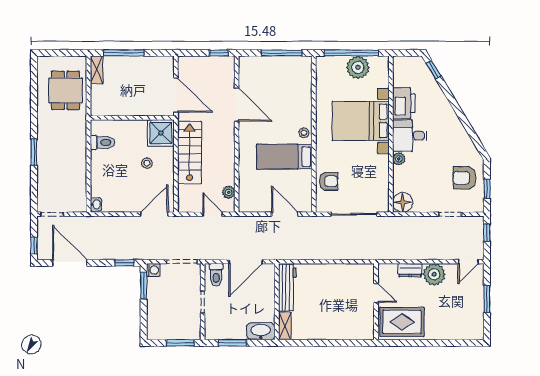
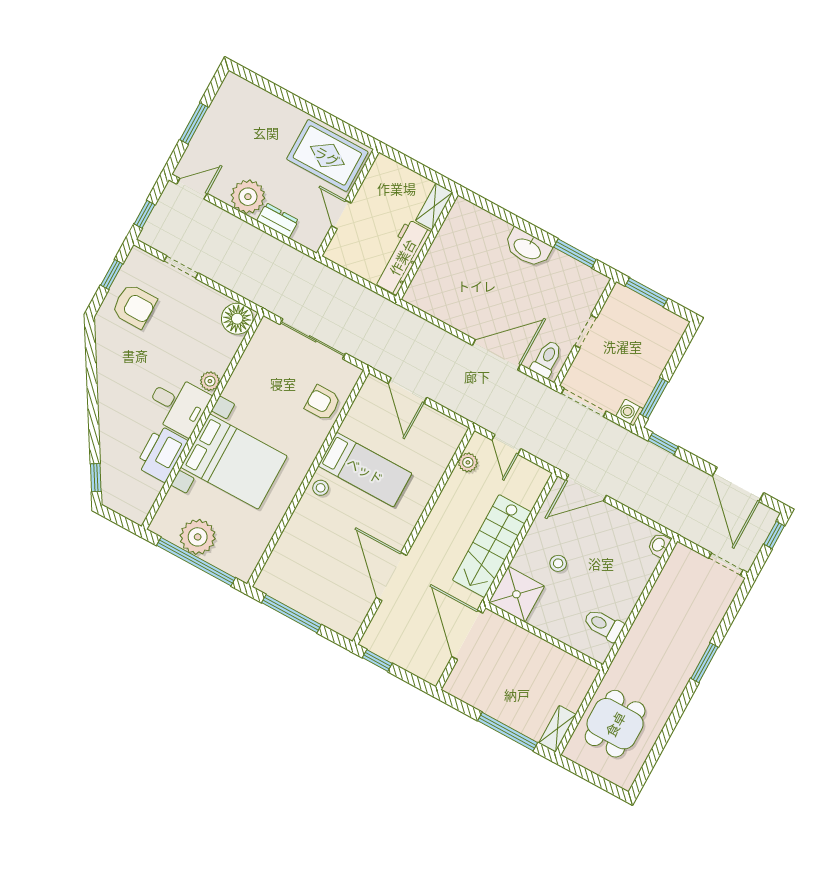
workbench: (287, 288) -> (402, 257), moved
wall: (277, 302) -> (427, 246), moved
shelving: (285, 326) -> (434, 206), moved

